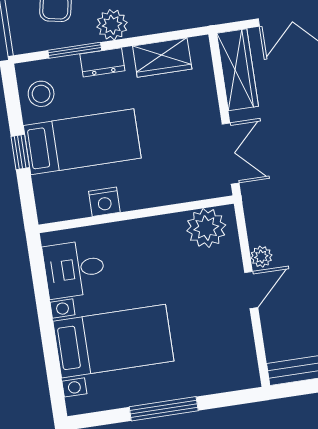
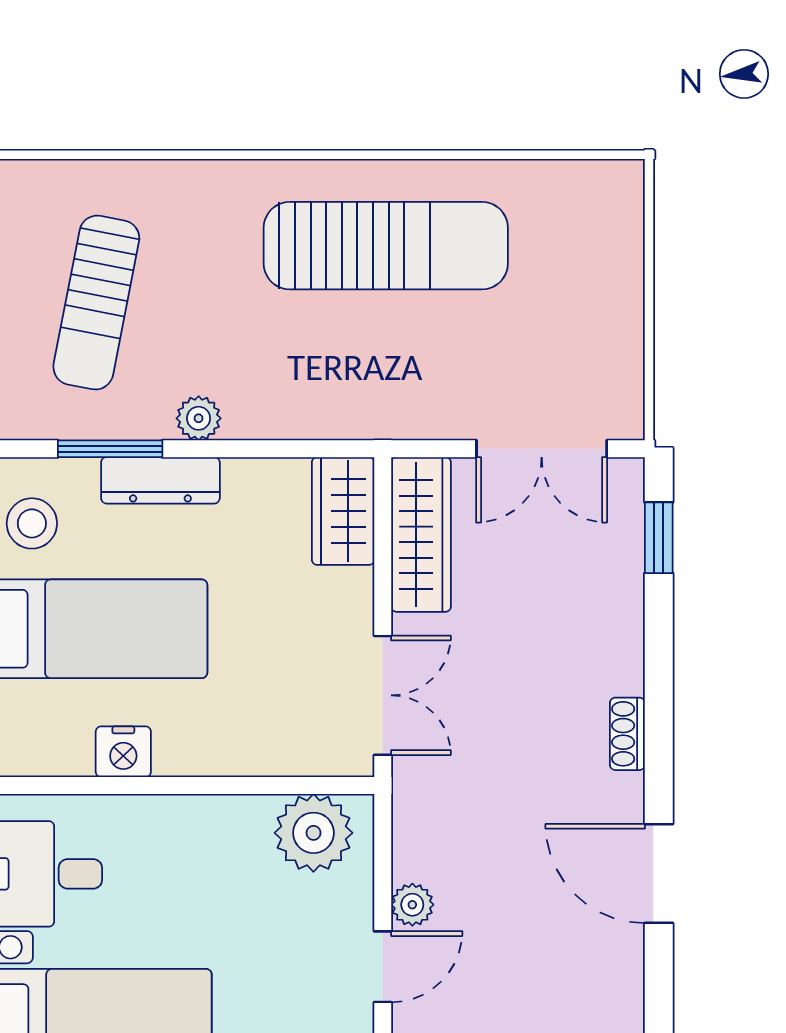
plant: (112, 25) -> (199, 418), width x0.73, depth x0.73
wardrobe: (162, 57) -> (343, 511), moved, turned 90
dresser: (102, 62) -> (160, 480), width x1.44

